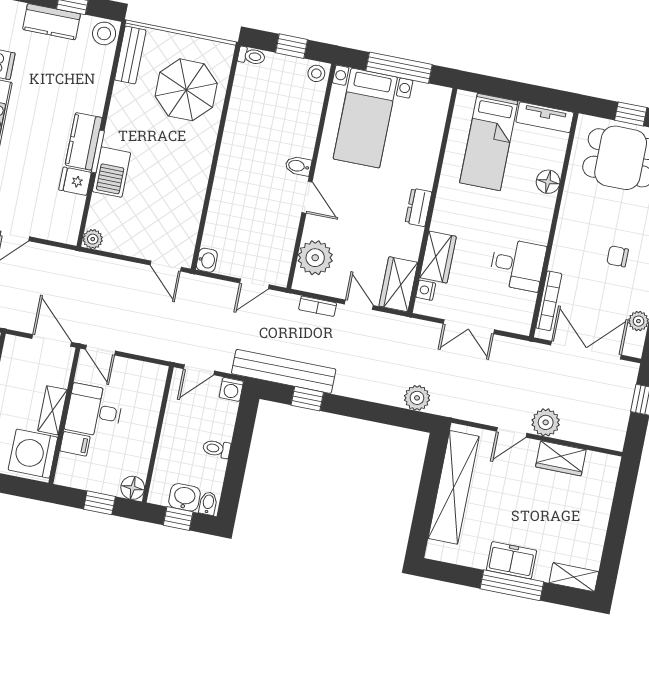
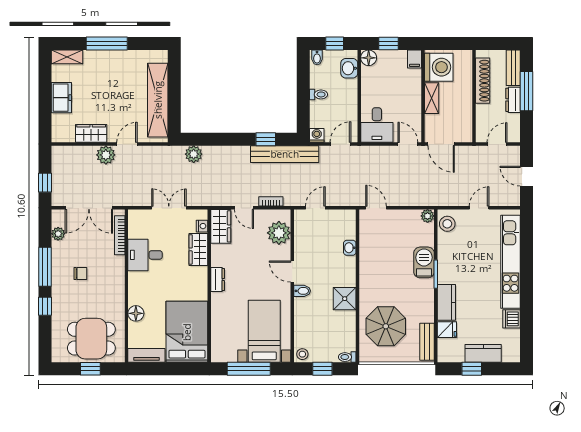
stool: (104, 33) -> (447, 224), moved
kitchen counter: (84, 141) -> (446, 302), moved
shower: (238, 142) -> (345, 299), added
bed: (489, 142) -> (187, 332), width x1.50
fridge: (75, 181) -> (447, 330), moved
washbasin: (207, 260) -> (350, 248), moved
desk: (94, 411) -> (377, 125), moved, turned 90
filing cabinet: (75, 444) -> (415, 59), moved, turned -90
washbasin: (185, 497) -> (349, 68), moved, turned 90
freezer: (512, 560) -> (61, 98), moved, turned -90

